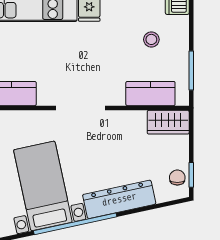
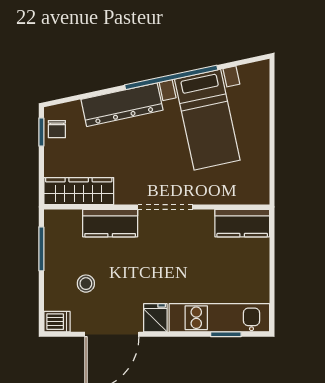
kitchen counter: (150, 94) -> (110, 223), moved
wardrobe: (168, 122) -> (79, 191), width x1.50

